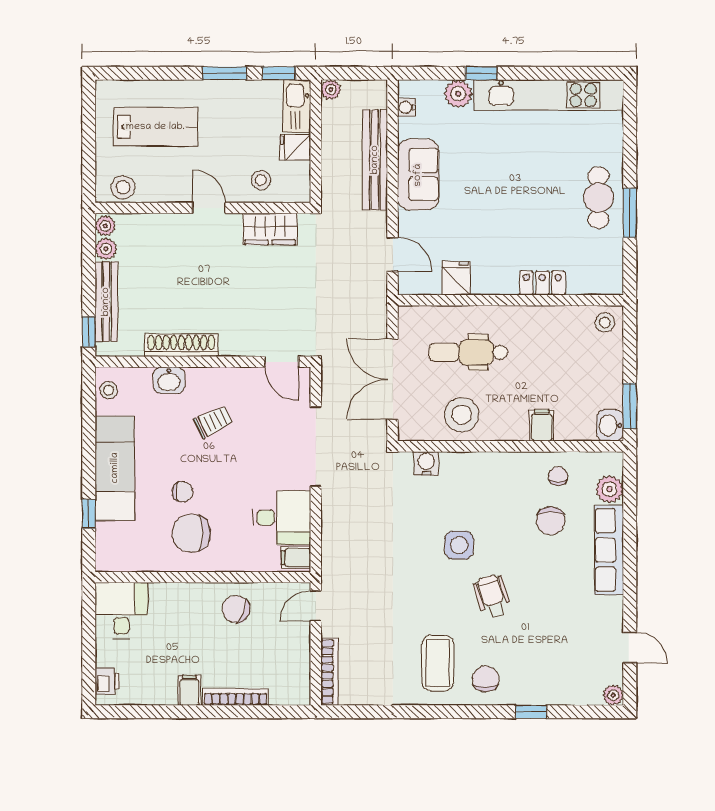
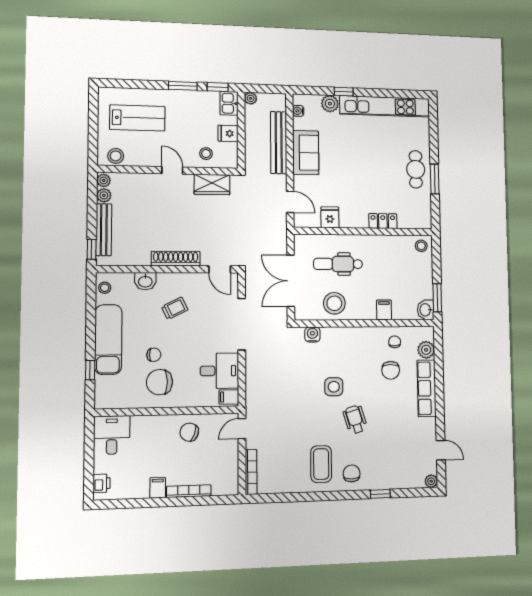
kitchen sink: (297, 106) -> (229, 103), width x0.73
shoe rack: (181, 345) -> (176, 259), moved

